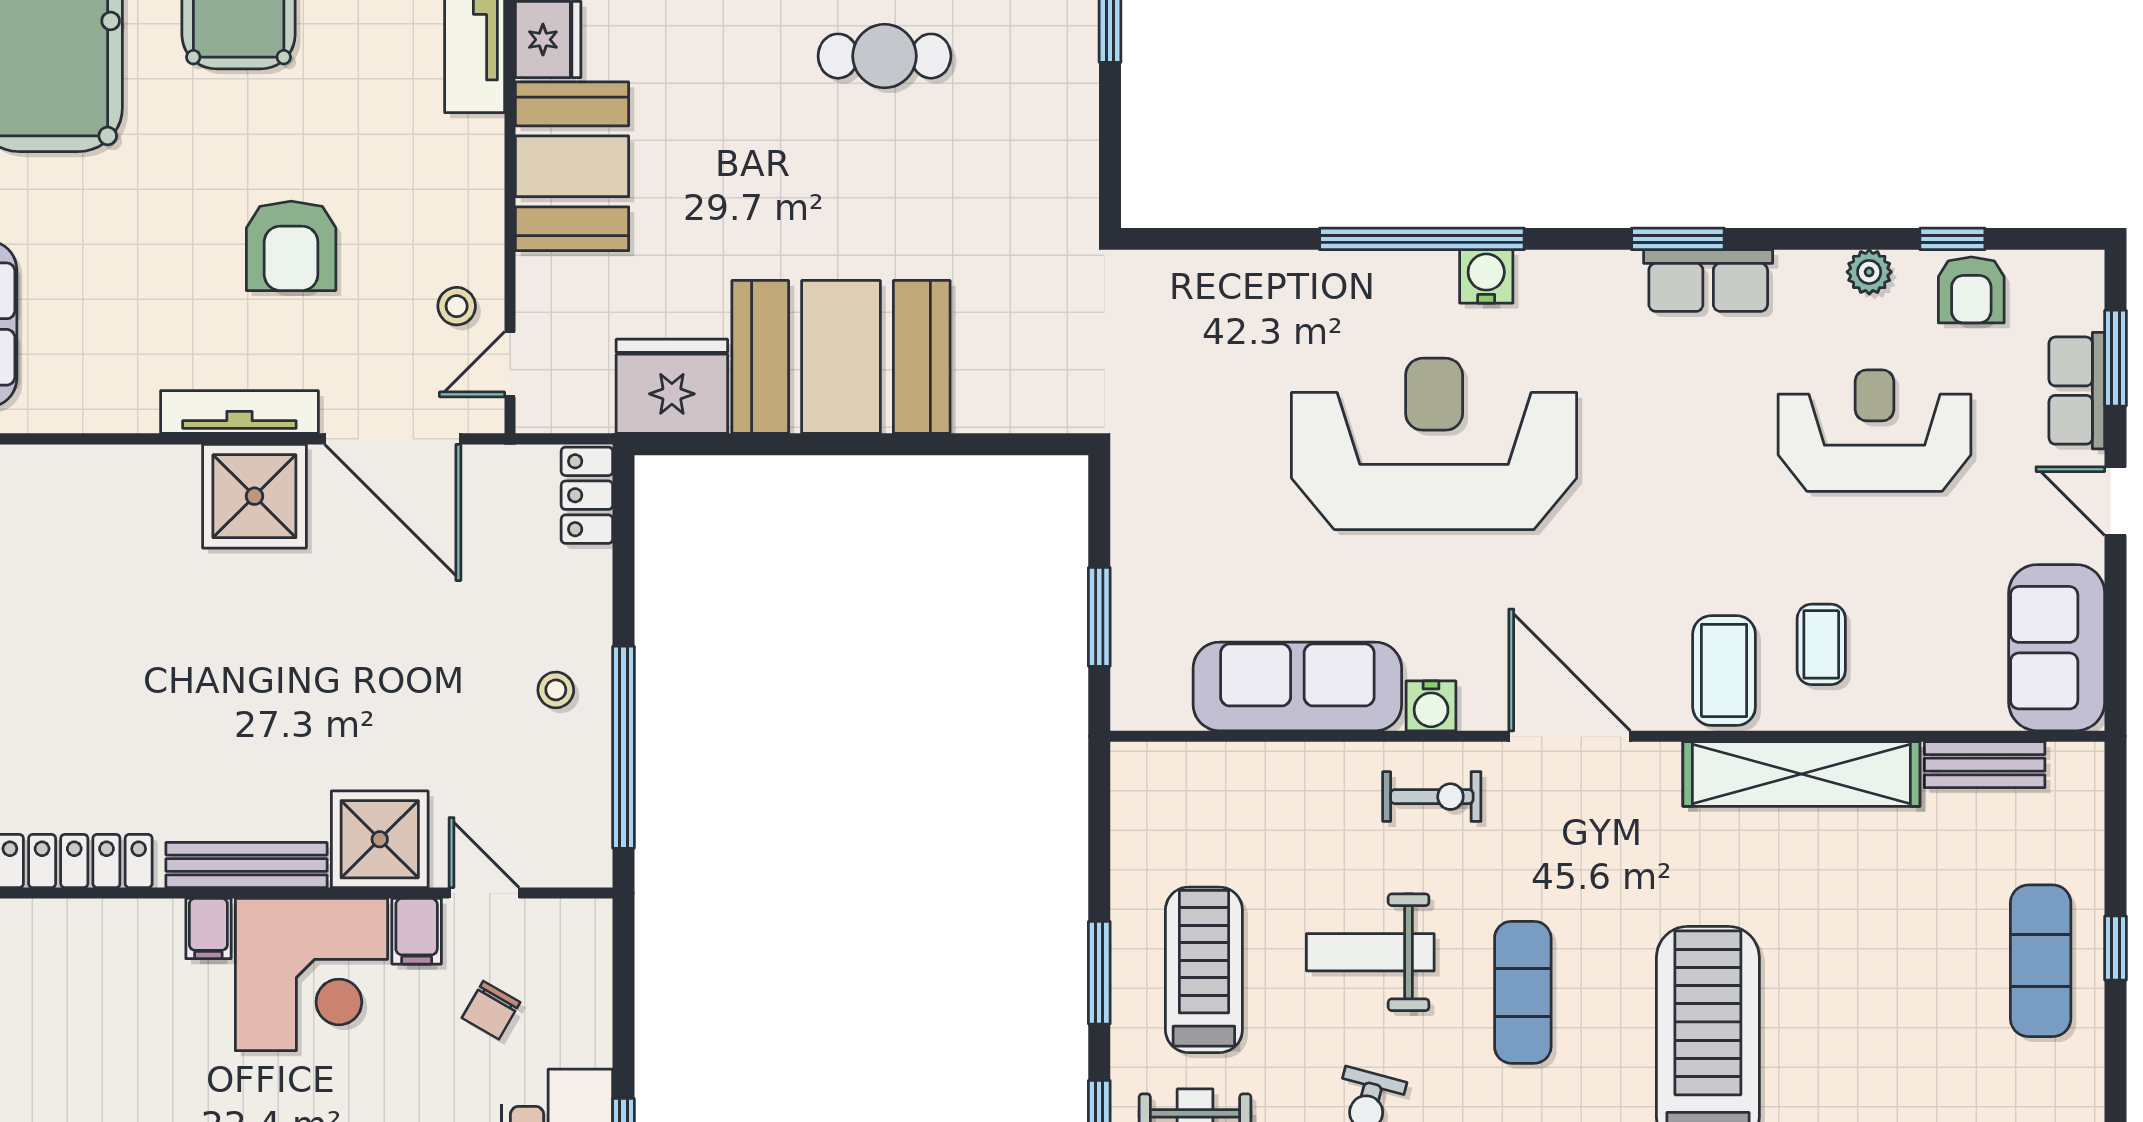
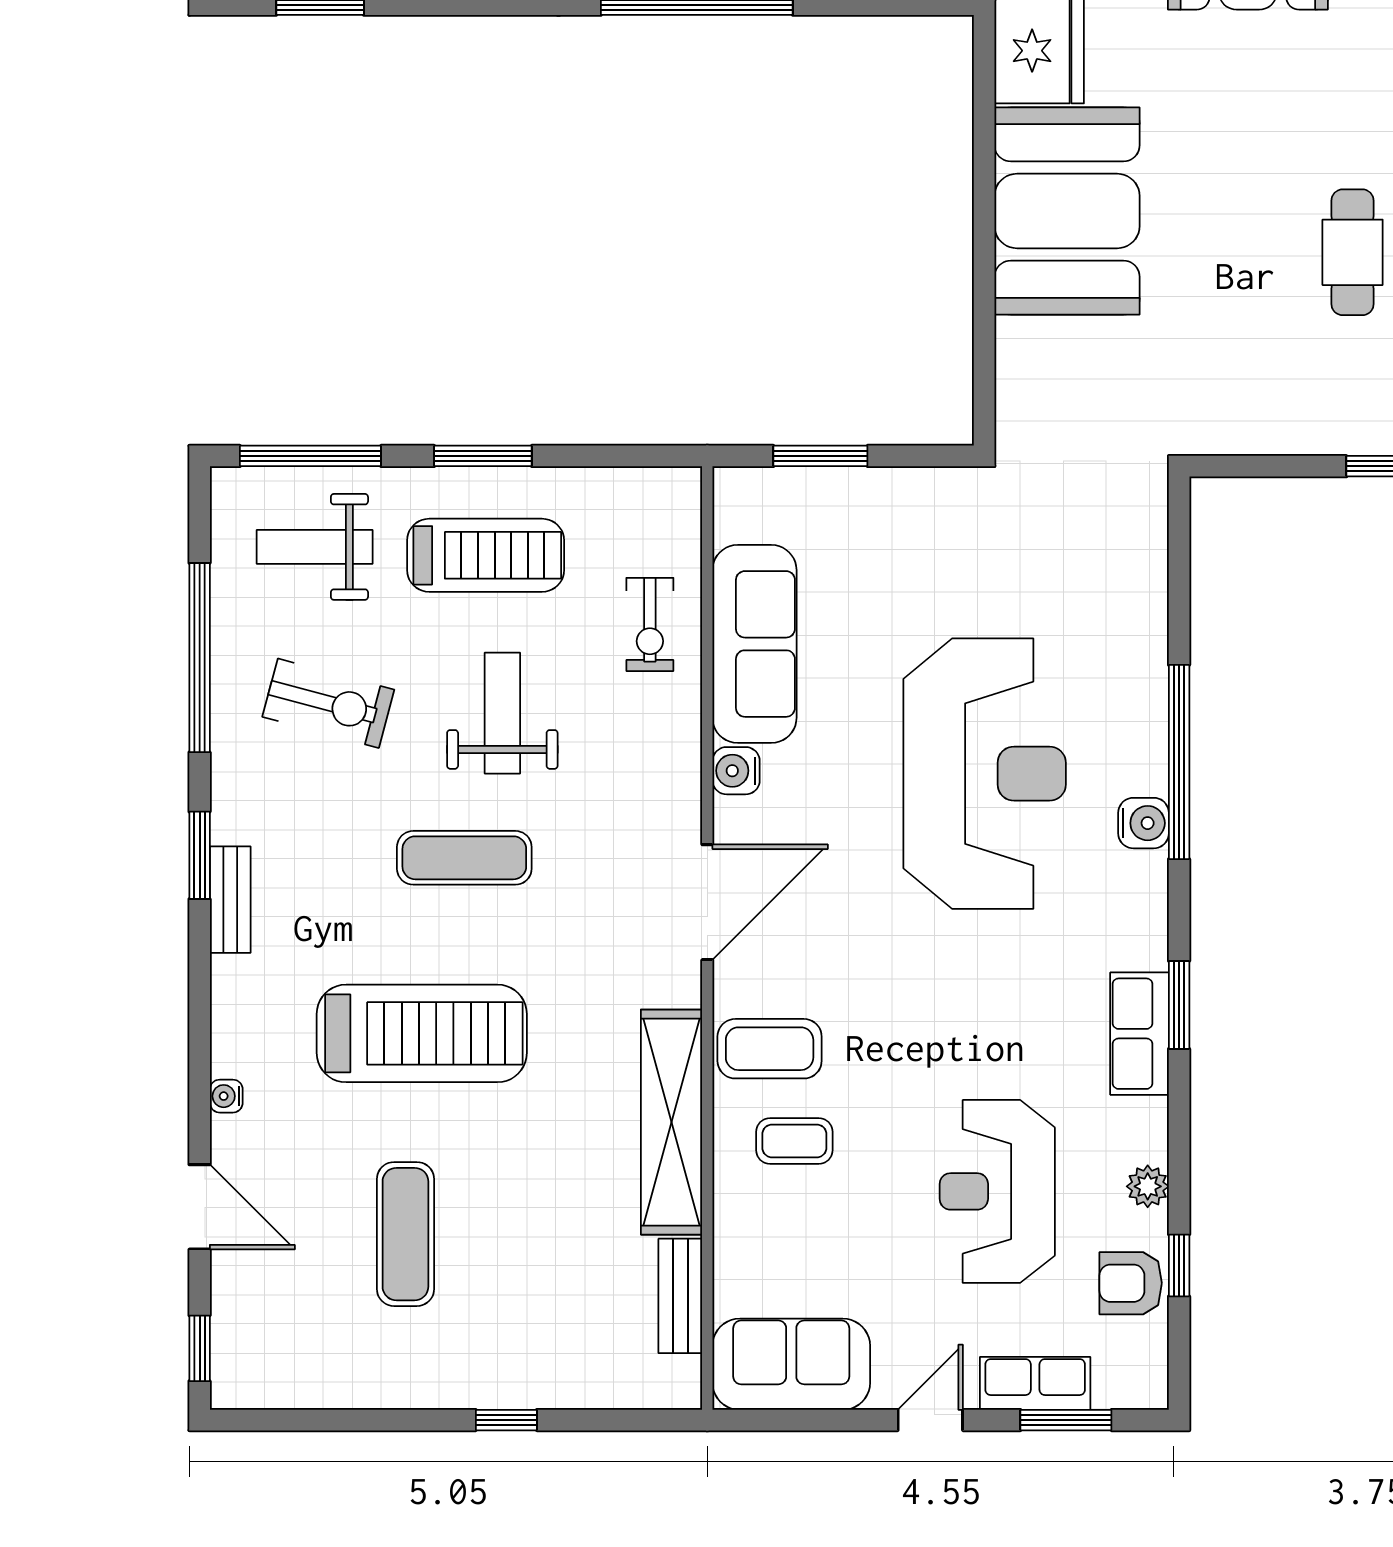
reception desk: (1875, 431) -> (997, 1191), turned 180
exercise bike: (1432, 797) -> (650, 624), moved
exercise mat: (2041, 961) -> (405, 1234), moved, turned 90

